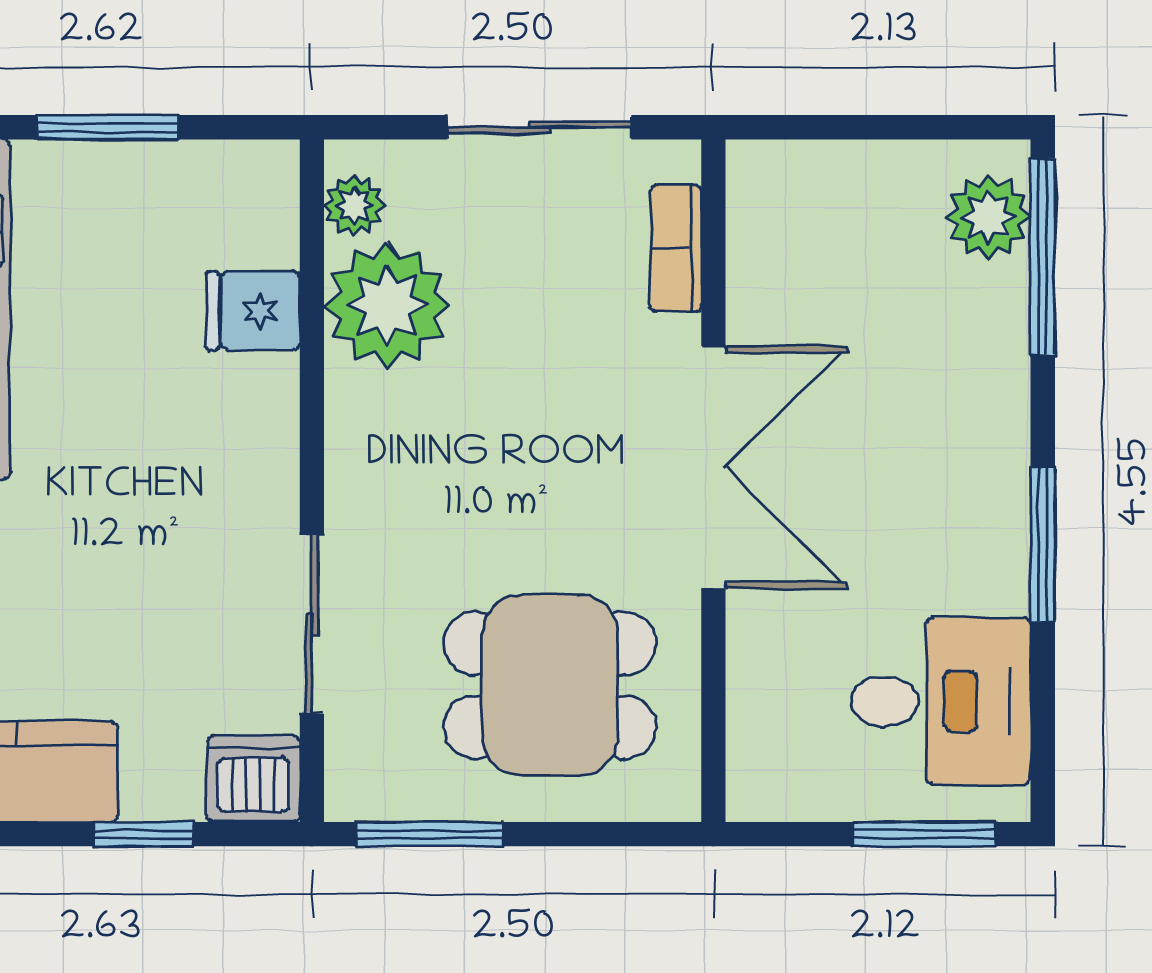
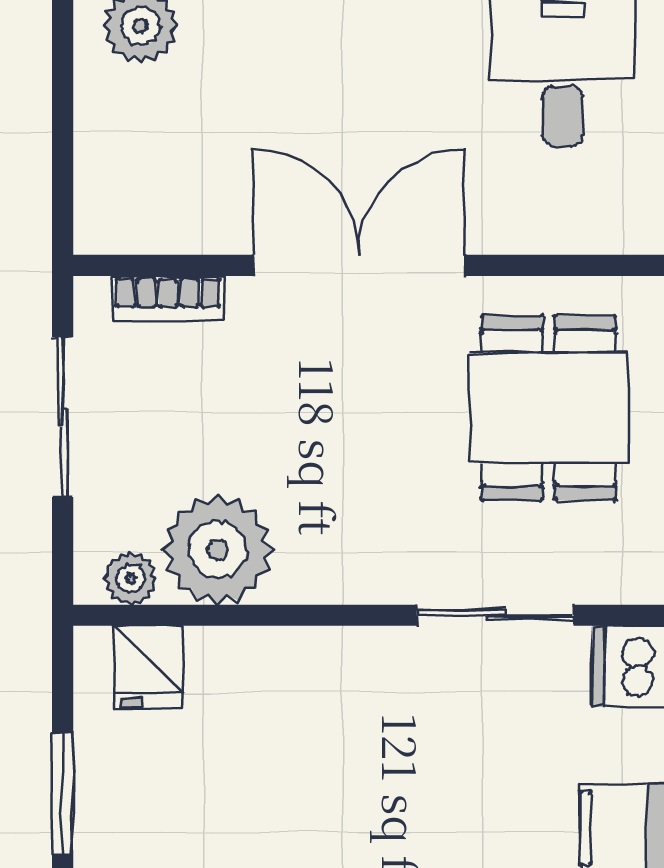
fridge: (253, 311) -> (149, 667), moved

